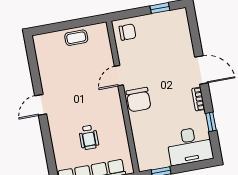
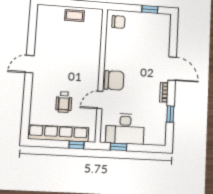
door: (119, 76) -> (100, 100), moved
chair: (138, 100) -> (114, 80), turned -90
desk: (190, 146) -> (125, 129), moved

